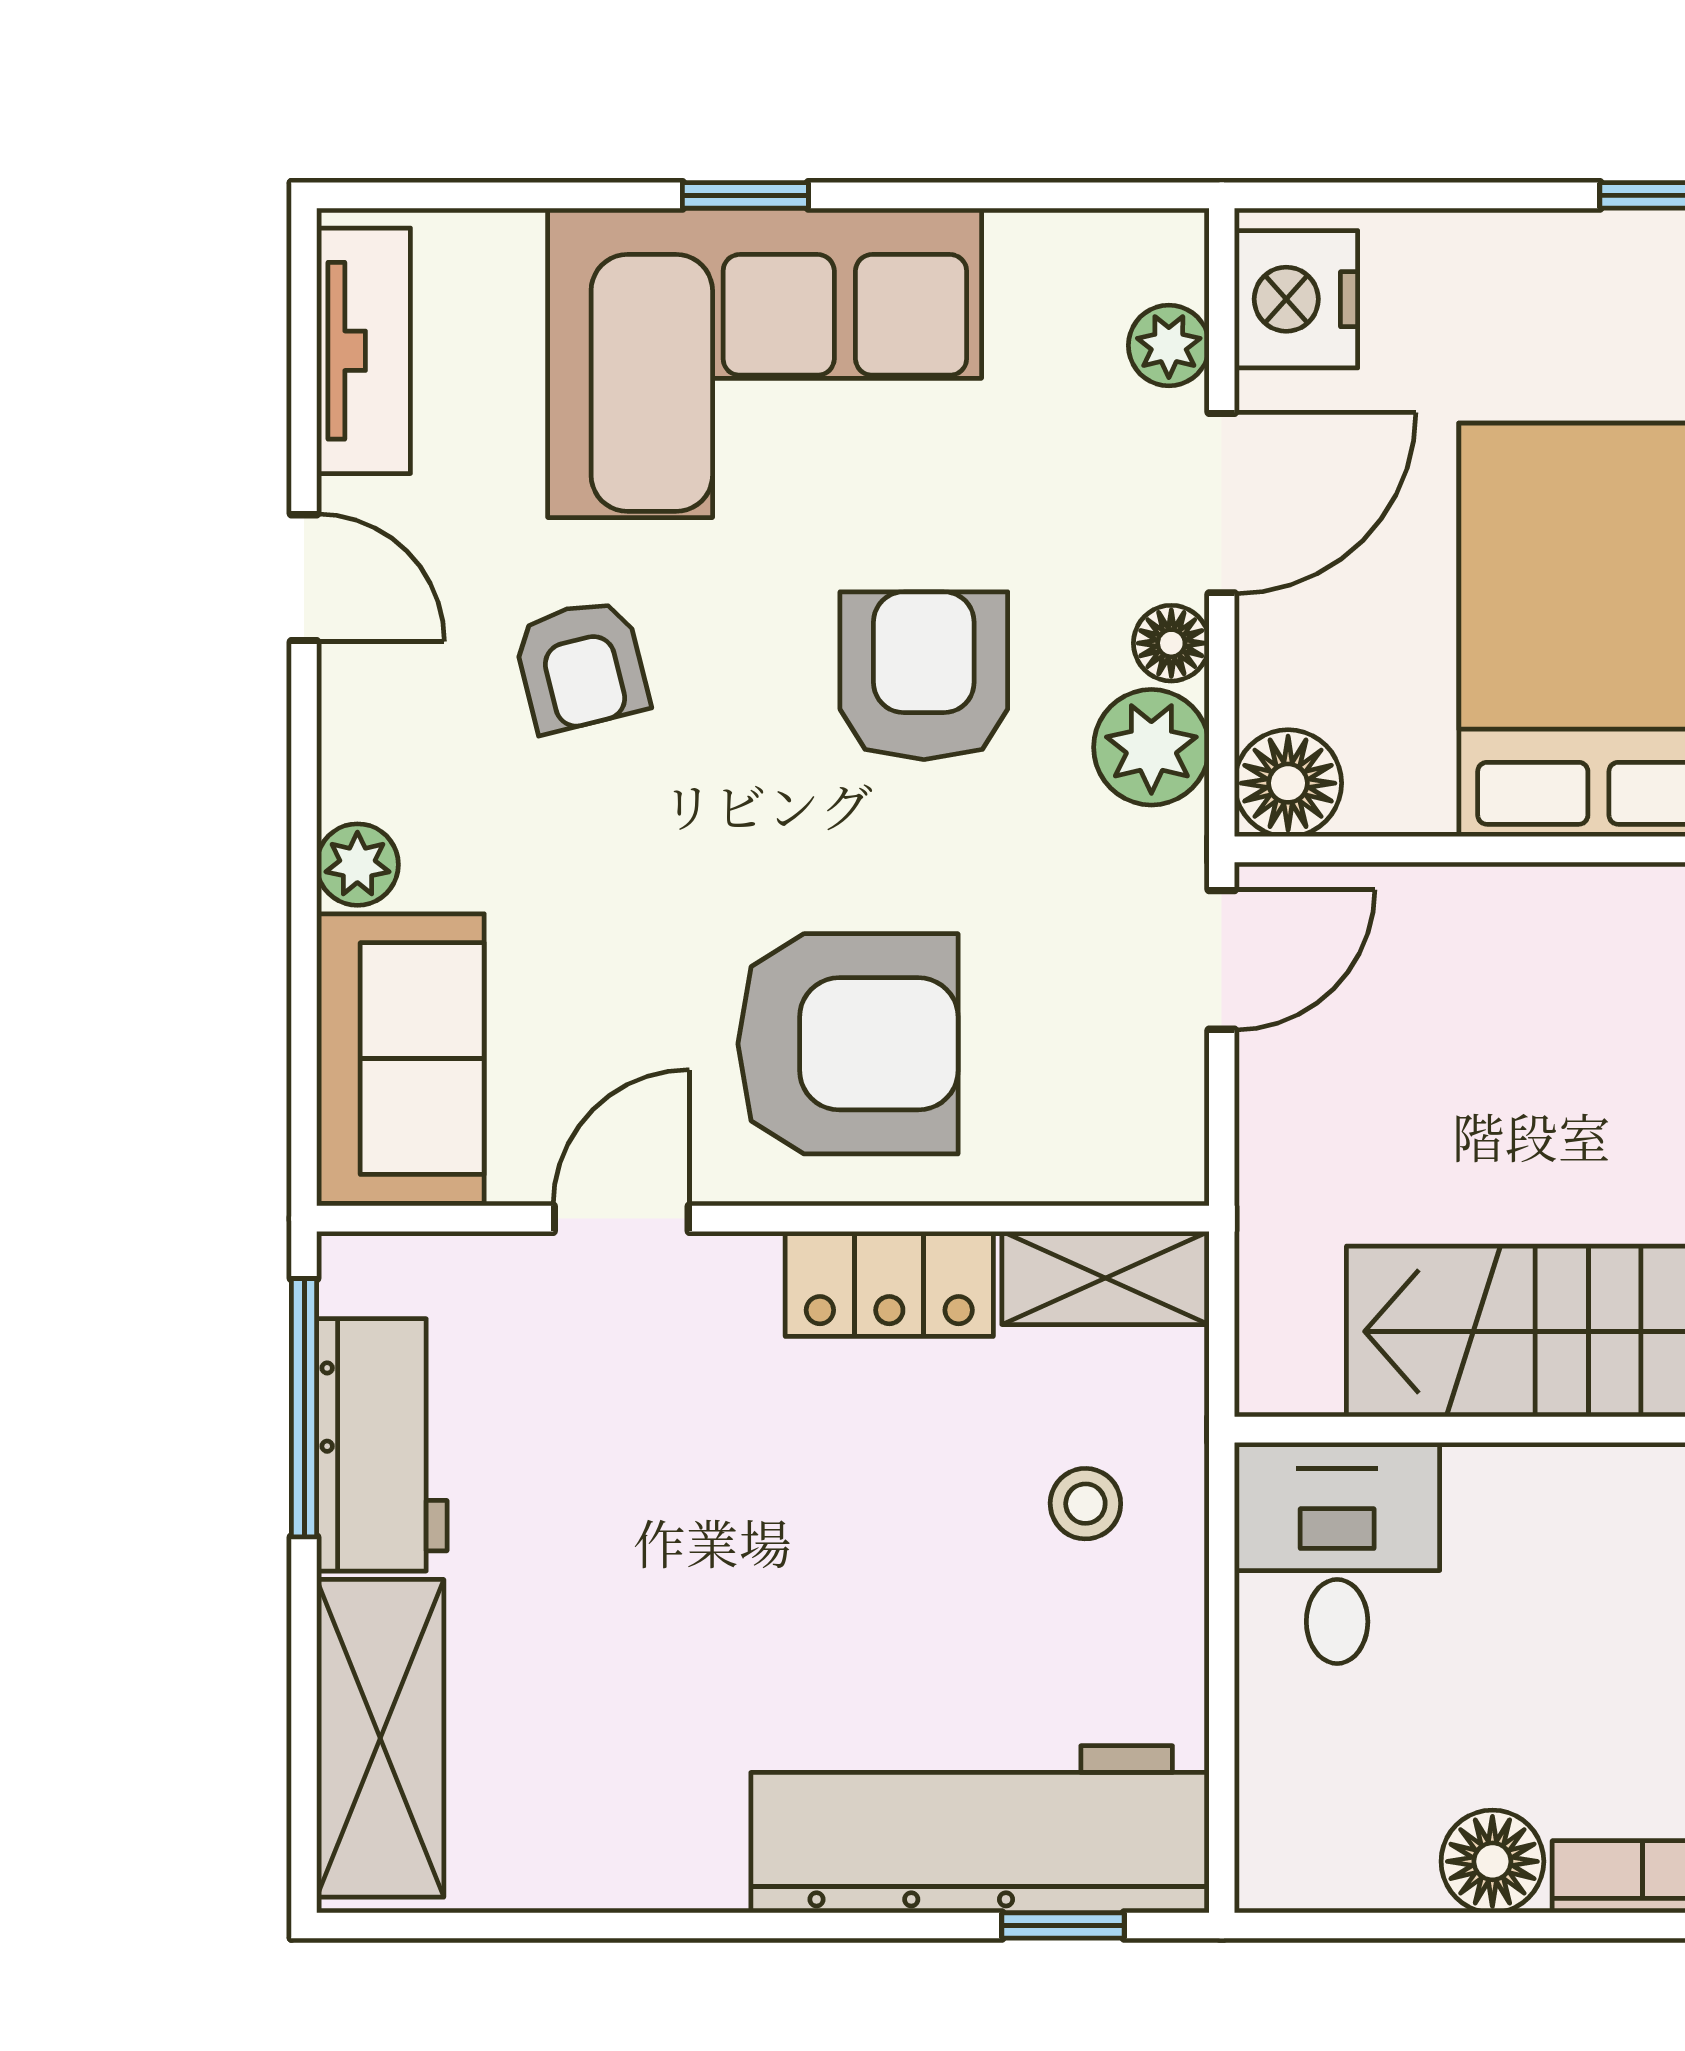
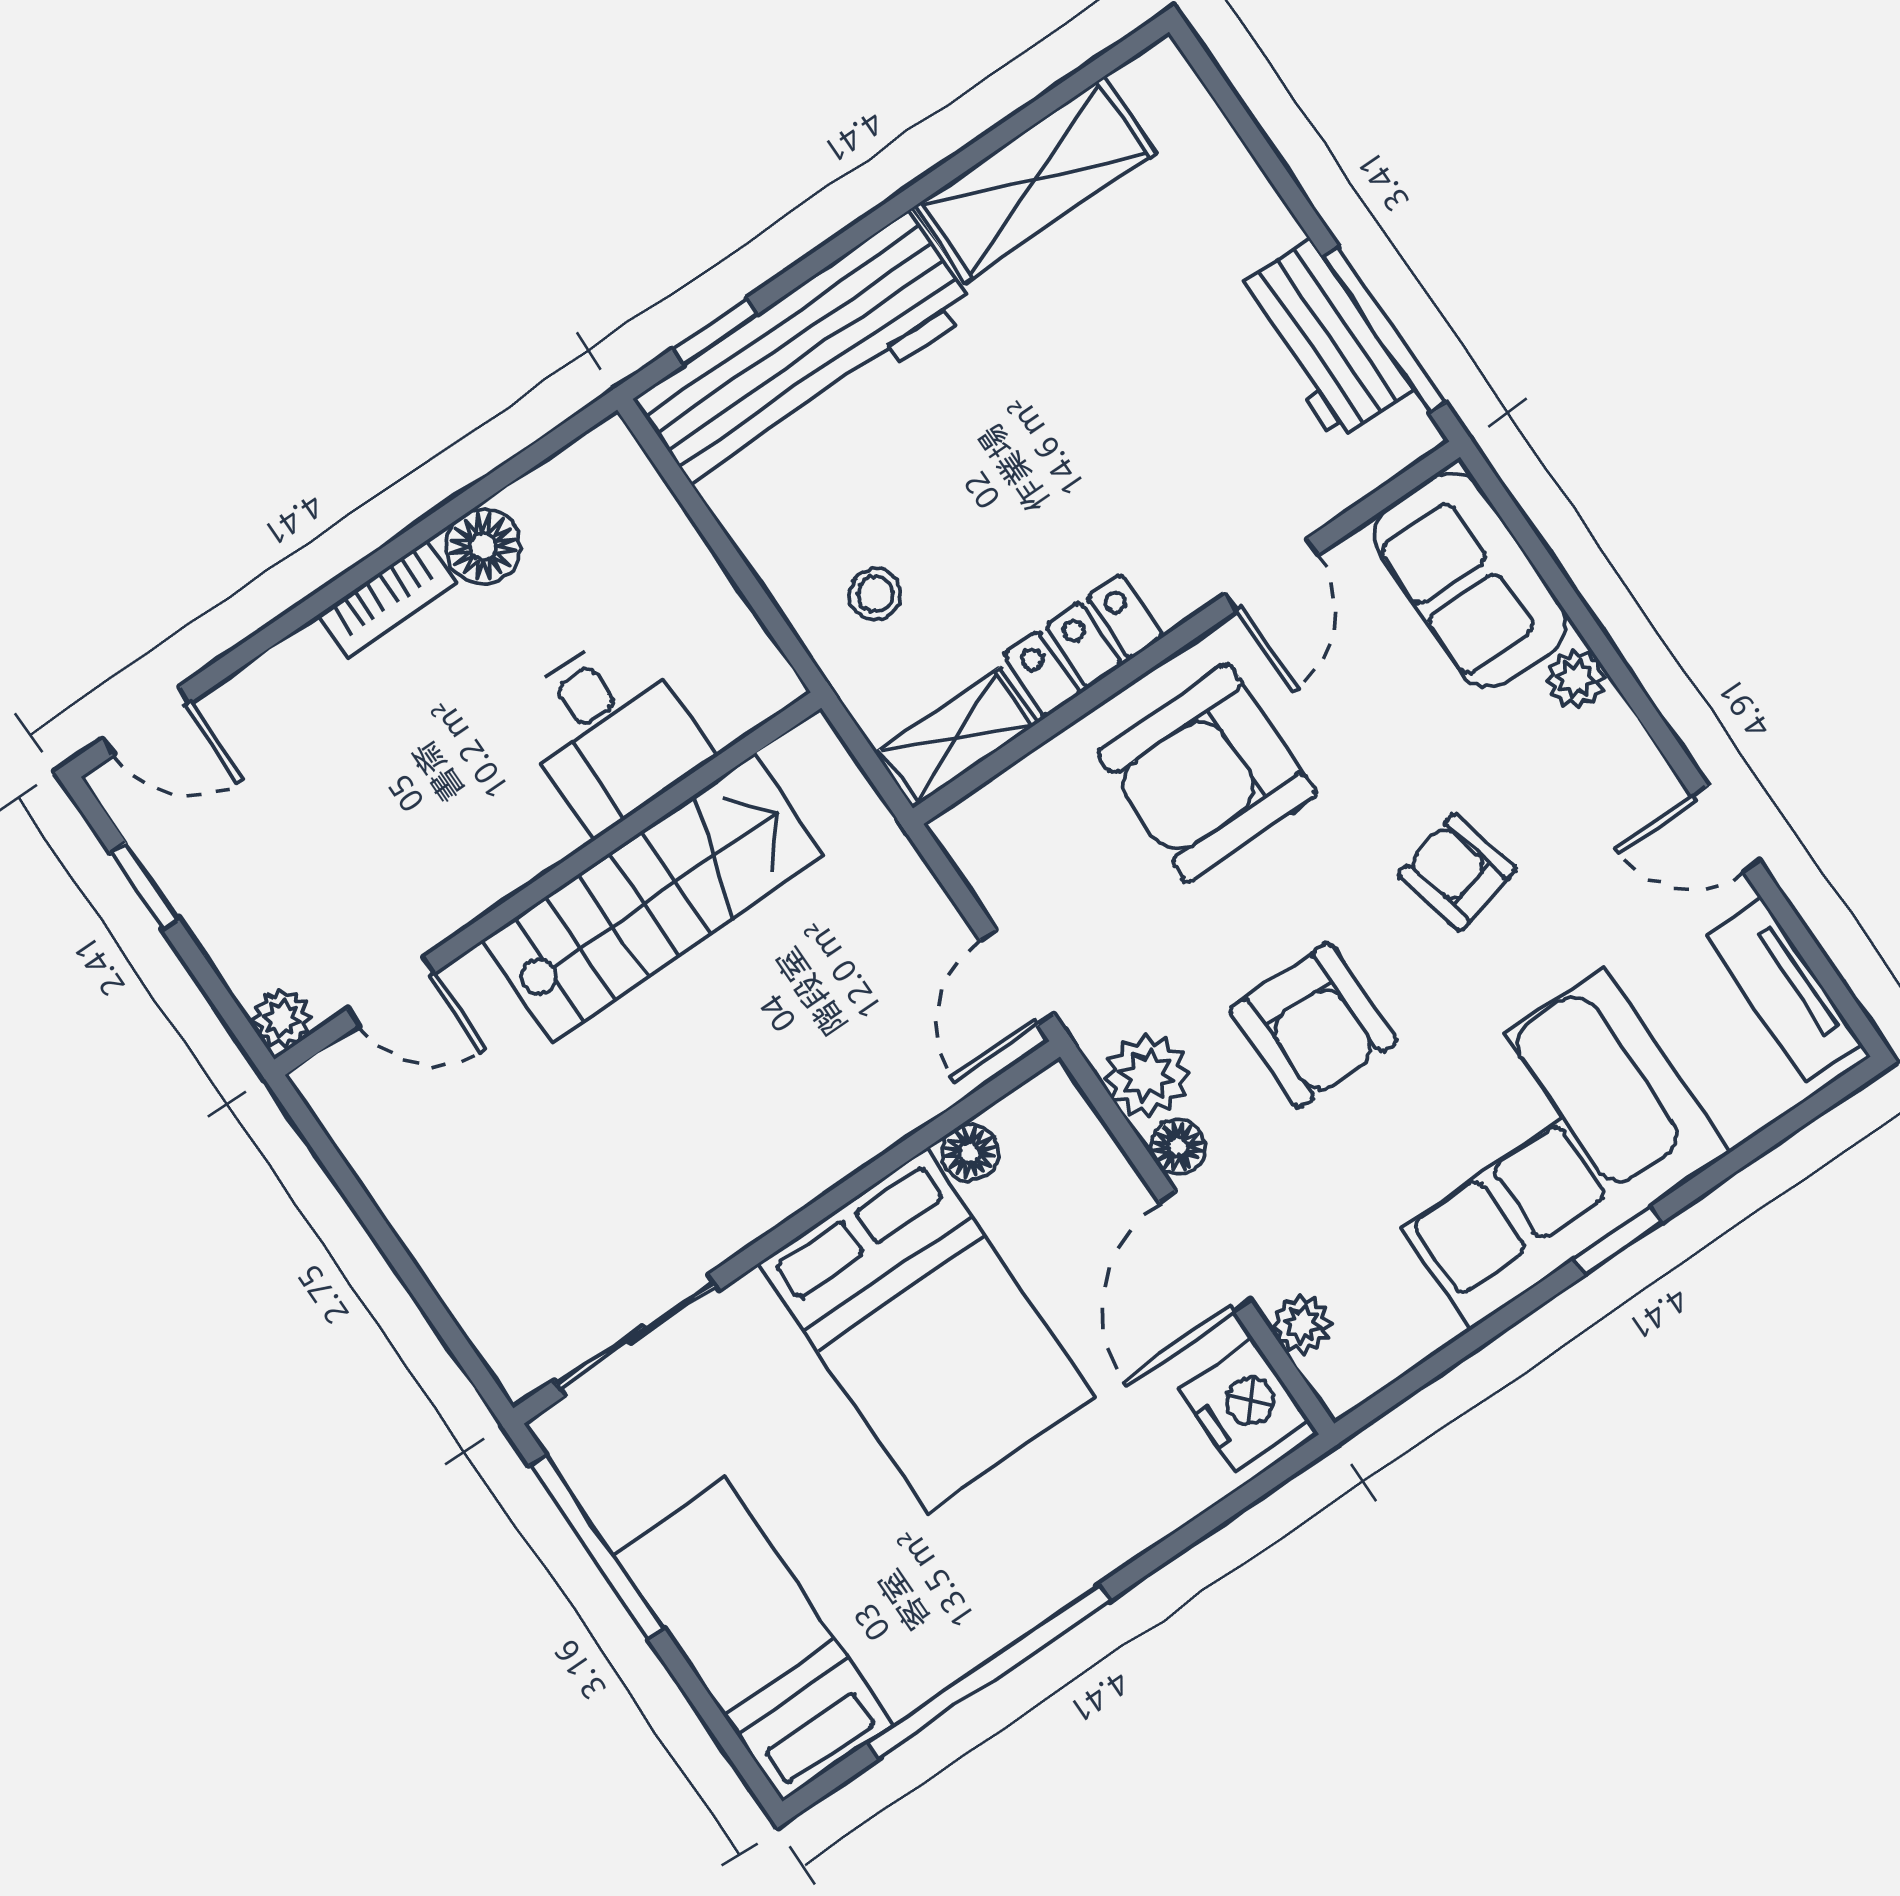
armchair: (581, 665) -> (1457, 872), moved
floor lamp: (1288, 783) -> (970, 1153), moved, width x0.73, depth x0.73
desk: (1337, 1553) -> (611, 732), moved
shelving: (380, 1738) -> (1035, 180), moved, turned 90

